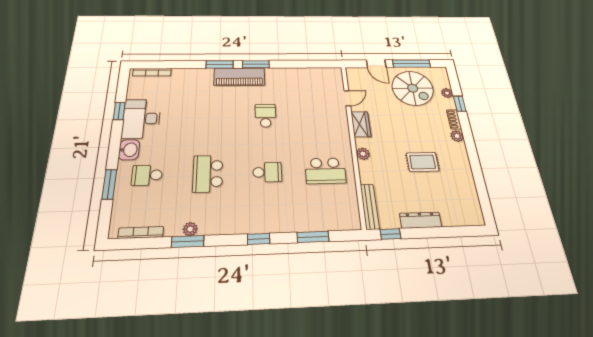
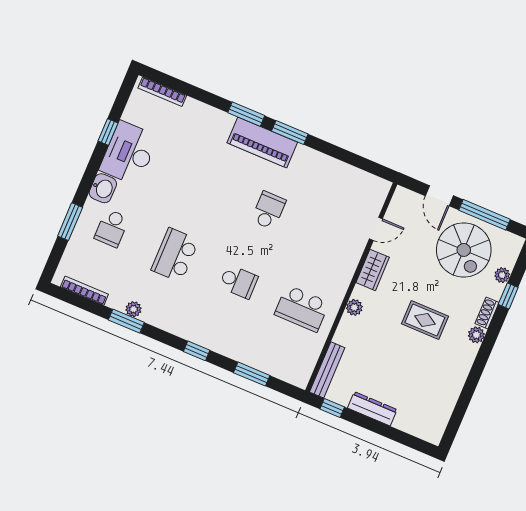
rug: (423, 162) -> (425, 320), moved
school desk: (147, 175) -> (112, 228), turned -90

